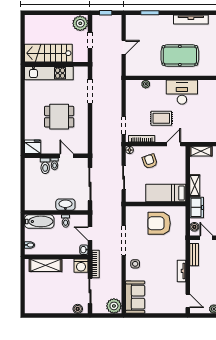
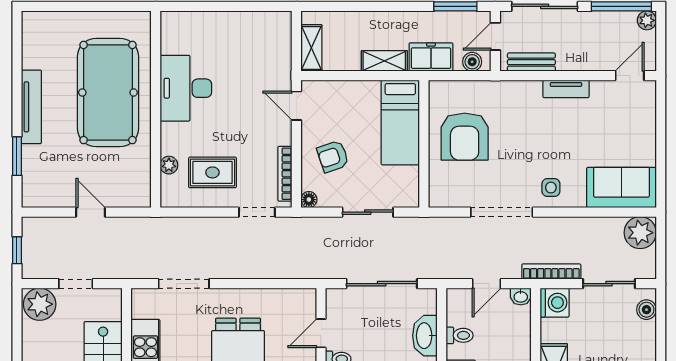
tv unit: (191, 19) -> (31, 107), moved
pool table: (180, 55) -> (108, 92), width x1.36, depth x1.32
rug: (161, 118) -> (212, 172), moved, turned 90

